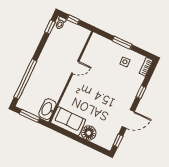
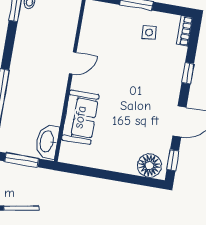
sofa: (68, 121) -> (80, 117), moved, turned 90
floor lamp: (89, 133) -> (149, 166), moved

